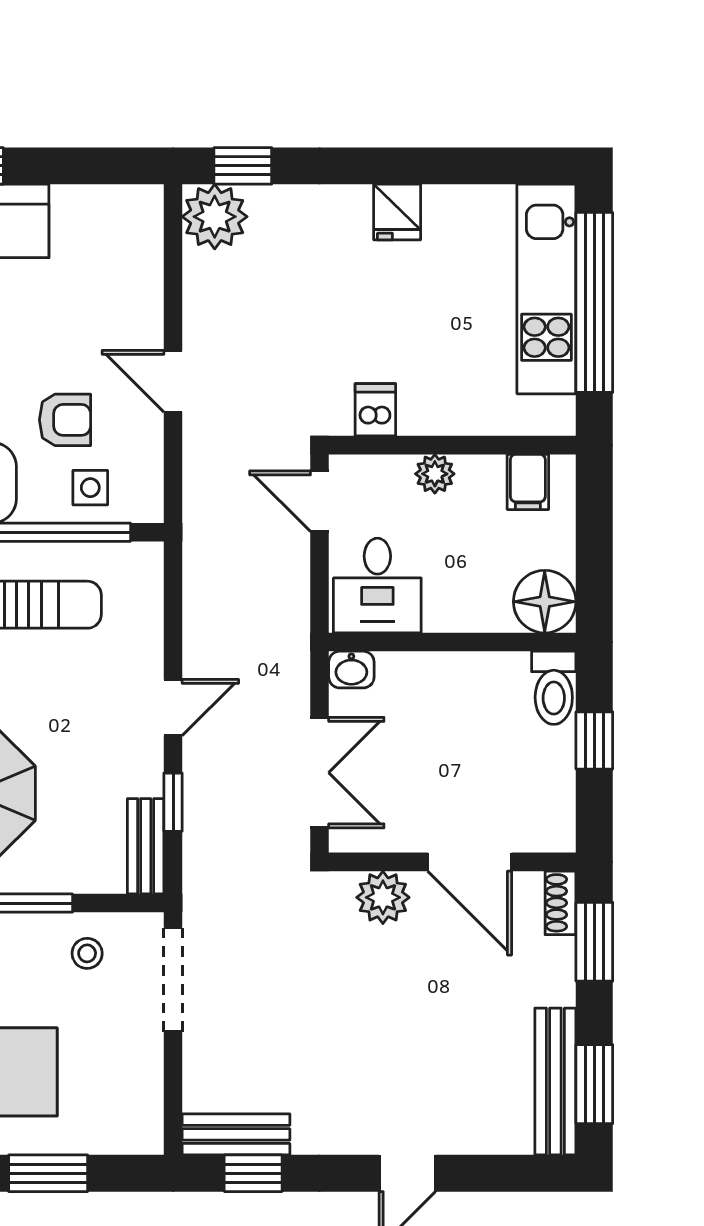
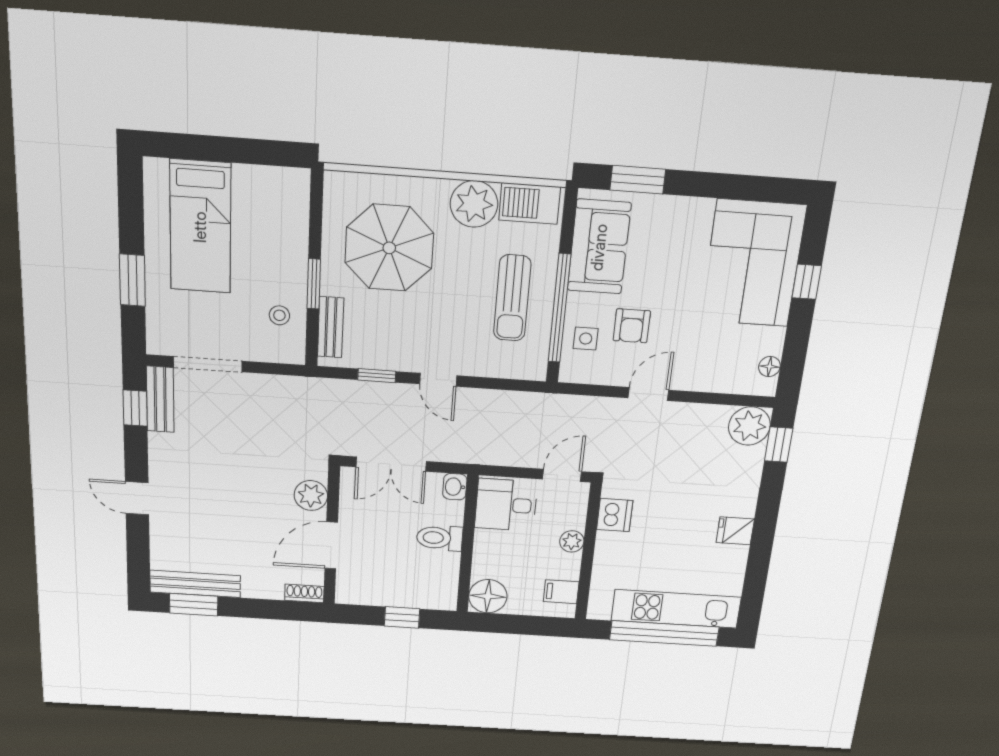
floor lamp: (115, 201) -> (769, 367), added
dishwasher: (375, 410) -> (615, 515), width x1.38
toilet: (554, 688) -> (440, 538), moved
bench: (146, 846) -> (331, 327), moved, turned 90
window: (594, 942) -> (280, 610), removed
doorway: (173, 980) -> (208, 364), moved

